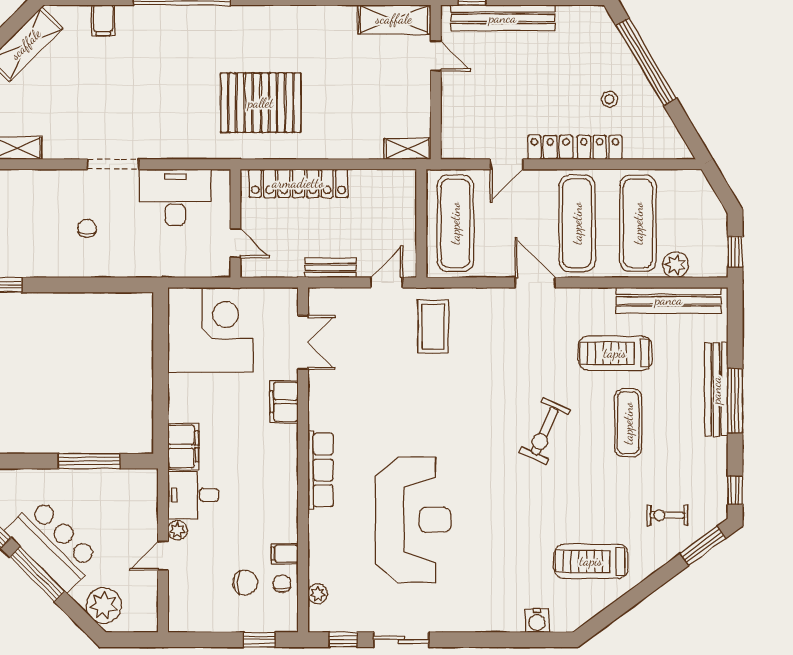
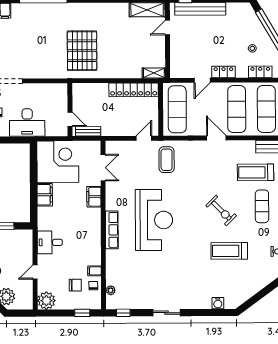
door: (436, 56) -> (167, 28), swing flipped
pallet: (261, 103) -> (82, 51), turned 90
locker: (600, 147) -> (260, 72), moved
locker: (298, 183) -> (134, 90), moved
desk: (175, 197) -> (27, 123), moved, turned 180
bench: (331, 268) -> (88, 131), moved
exercise bike: (545, 431) -> (221, 211), turned -69
filing cabinet: (183, 446) -> (45, 195), moved
reception desk: (413, 520) -> (154, 220), moved
plant: (178, 530) -> (46, 301), moved, width x1.88, depth x1.88
treadmill: (591, 561) -> (229, 251), moved
sliding door: (401, 640) -> (167, 313), moved

